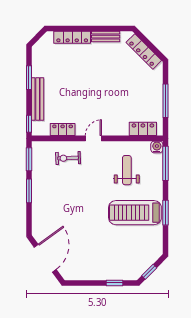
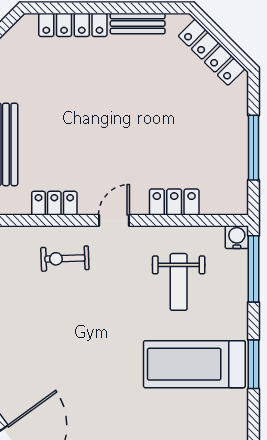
locker: (143, 129) -> (174, 202), moved
weight bench: (127, 170) -> (179, 282), turned 180

